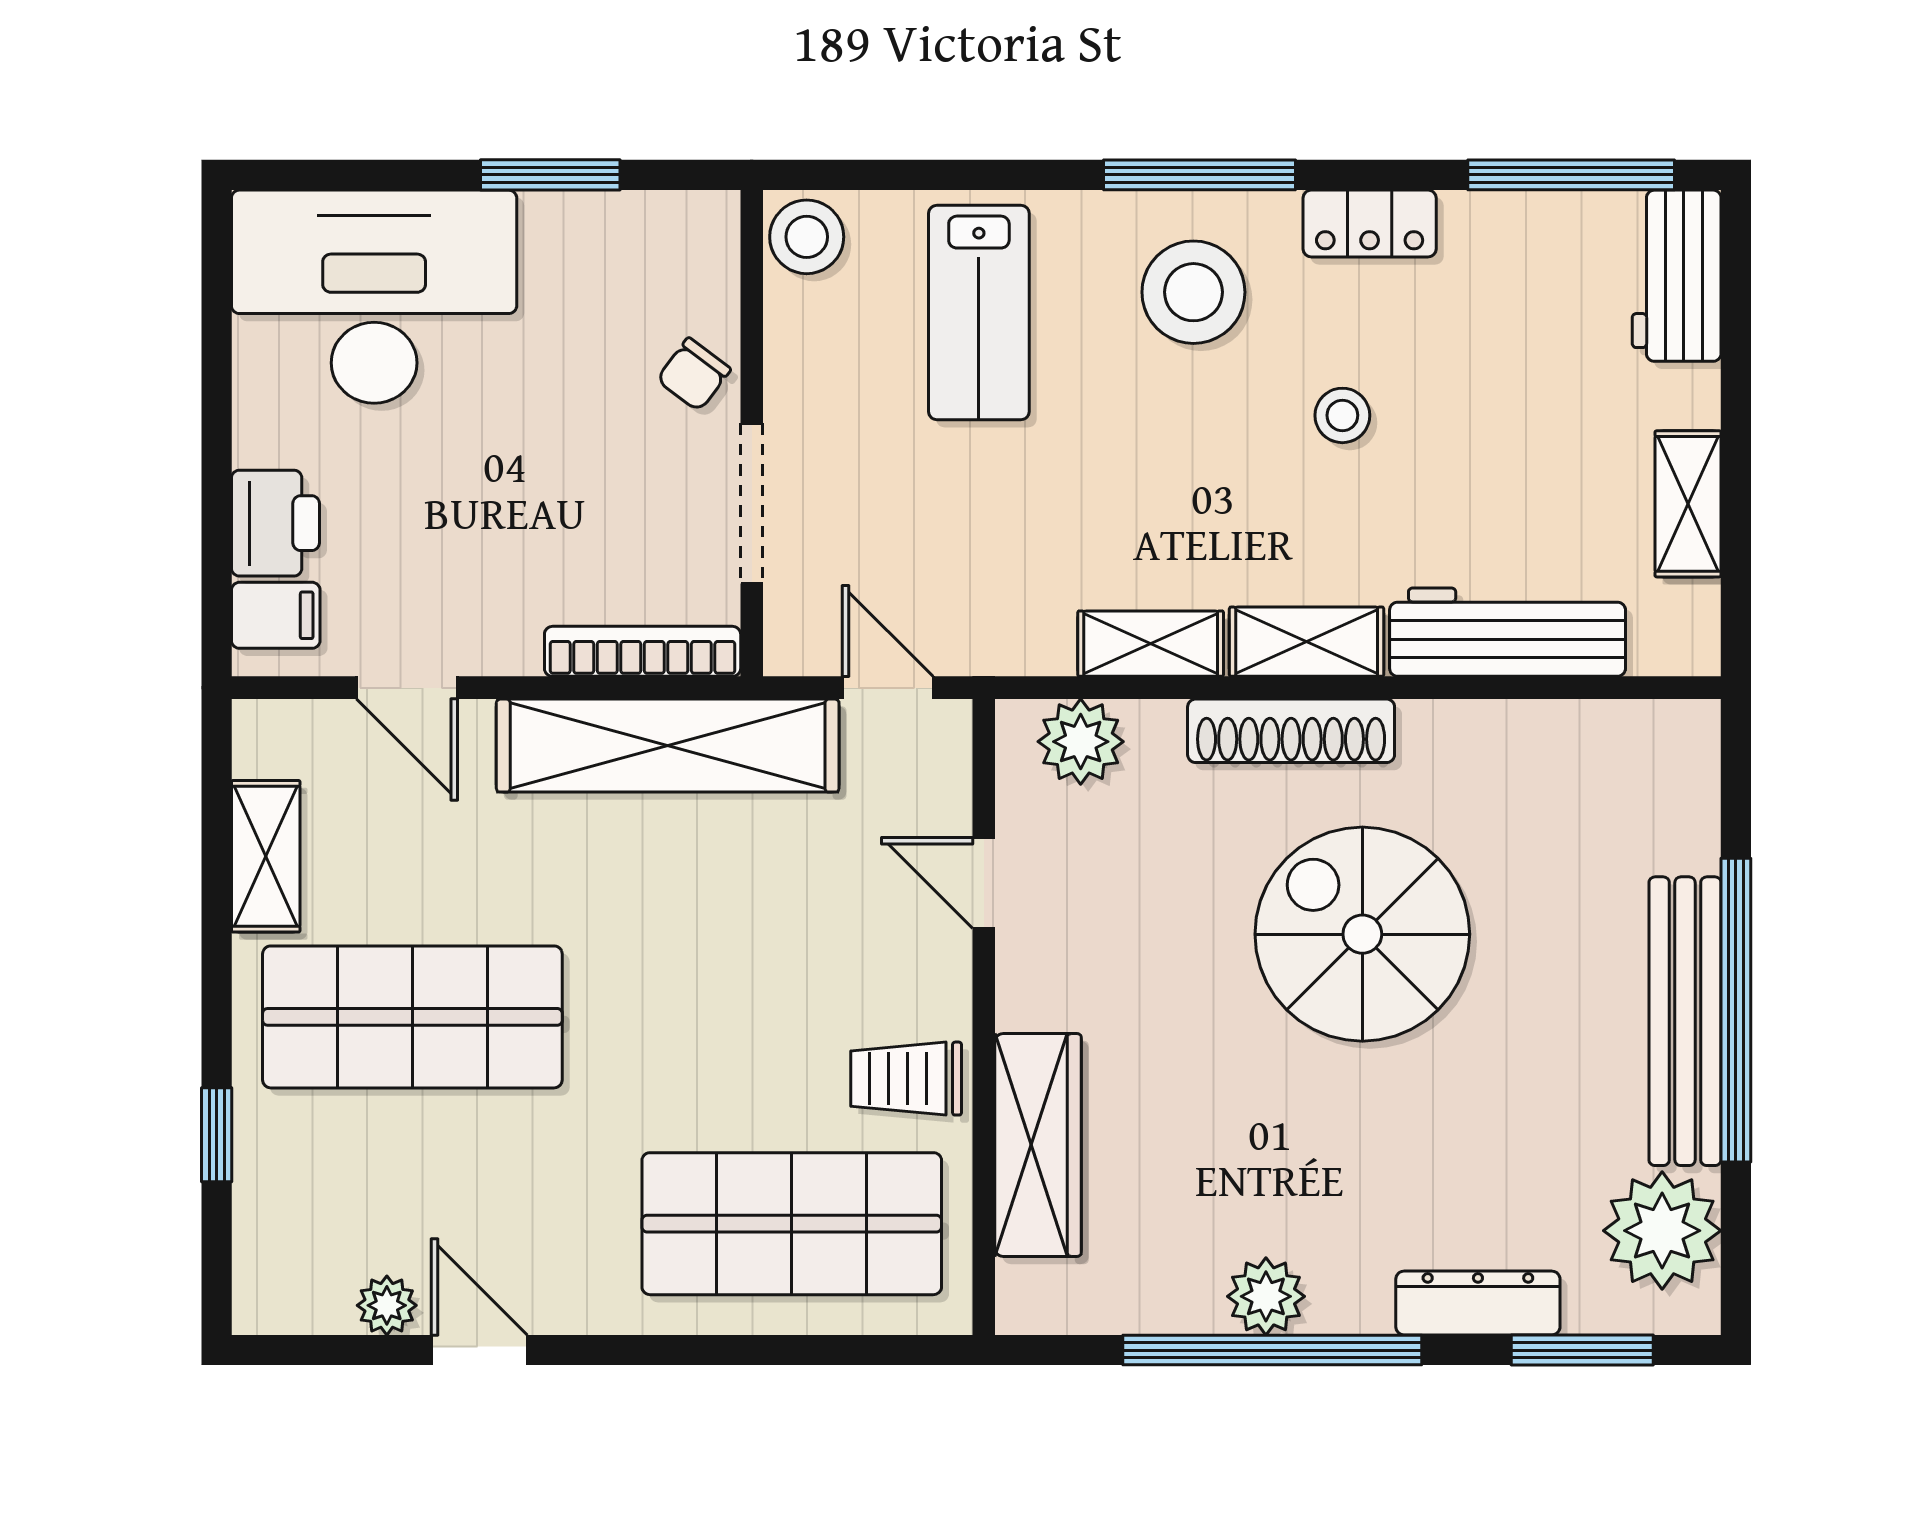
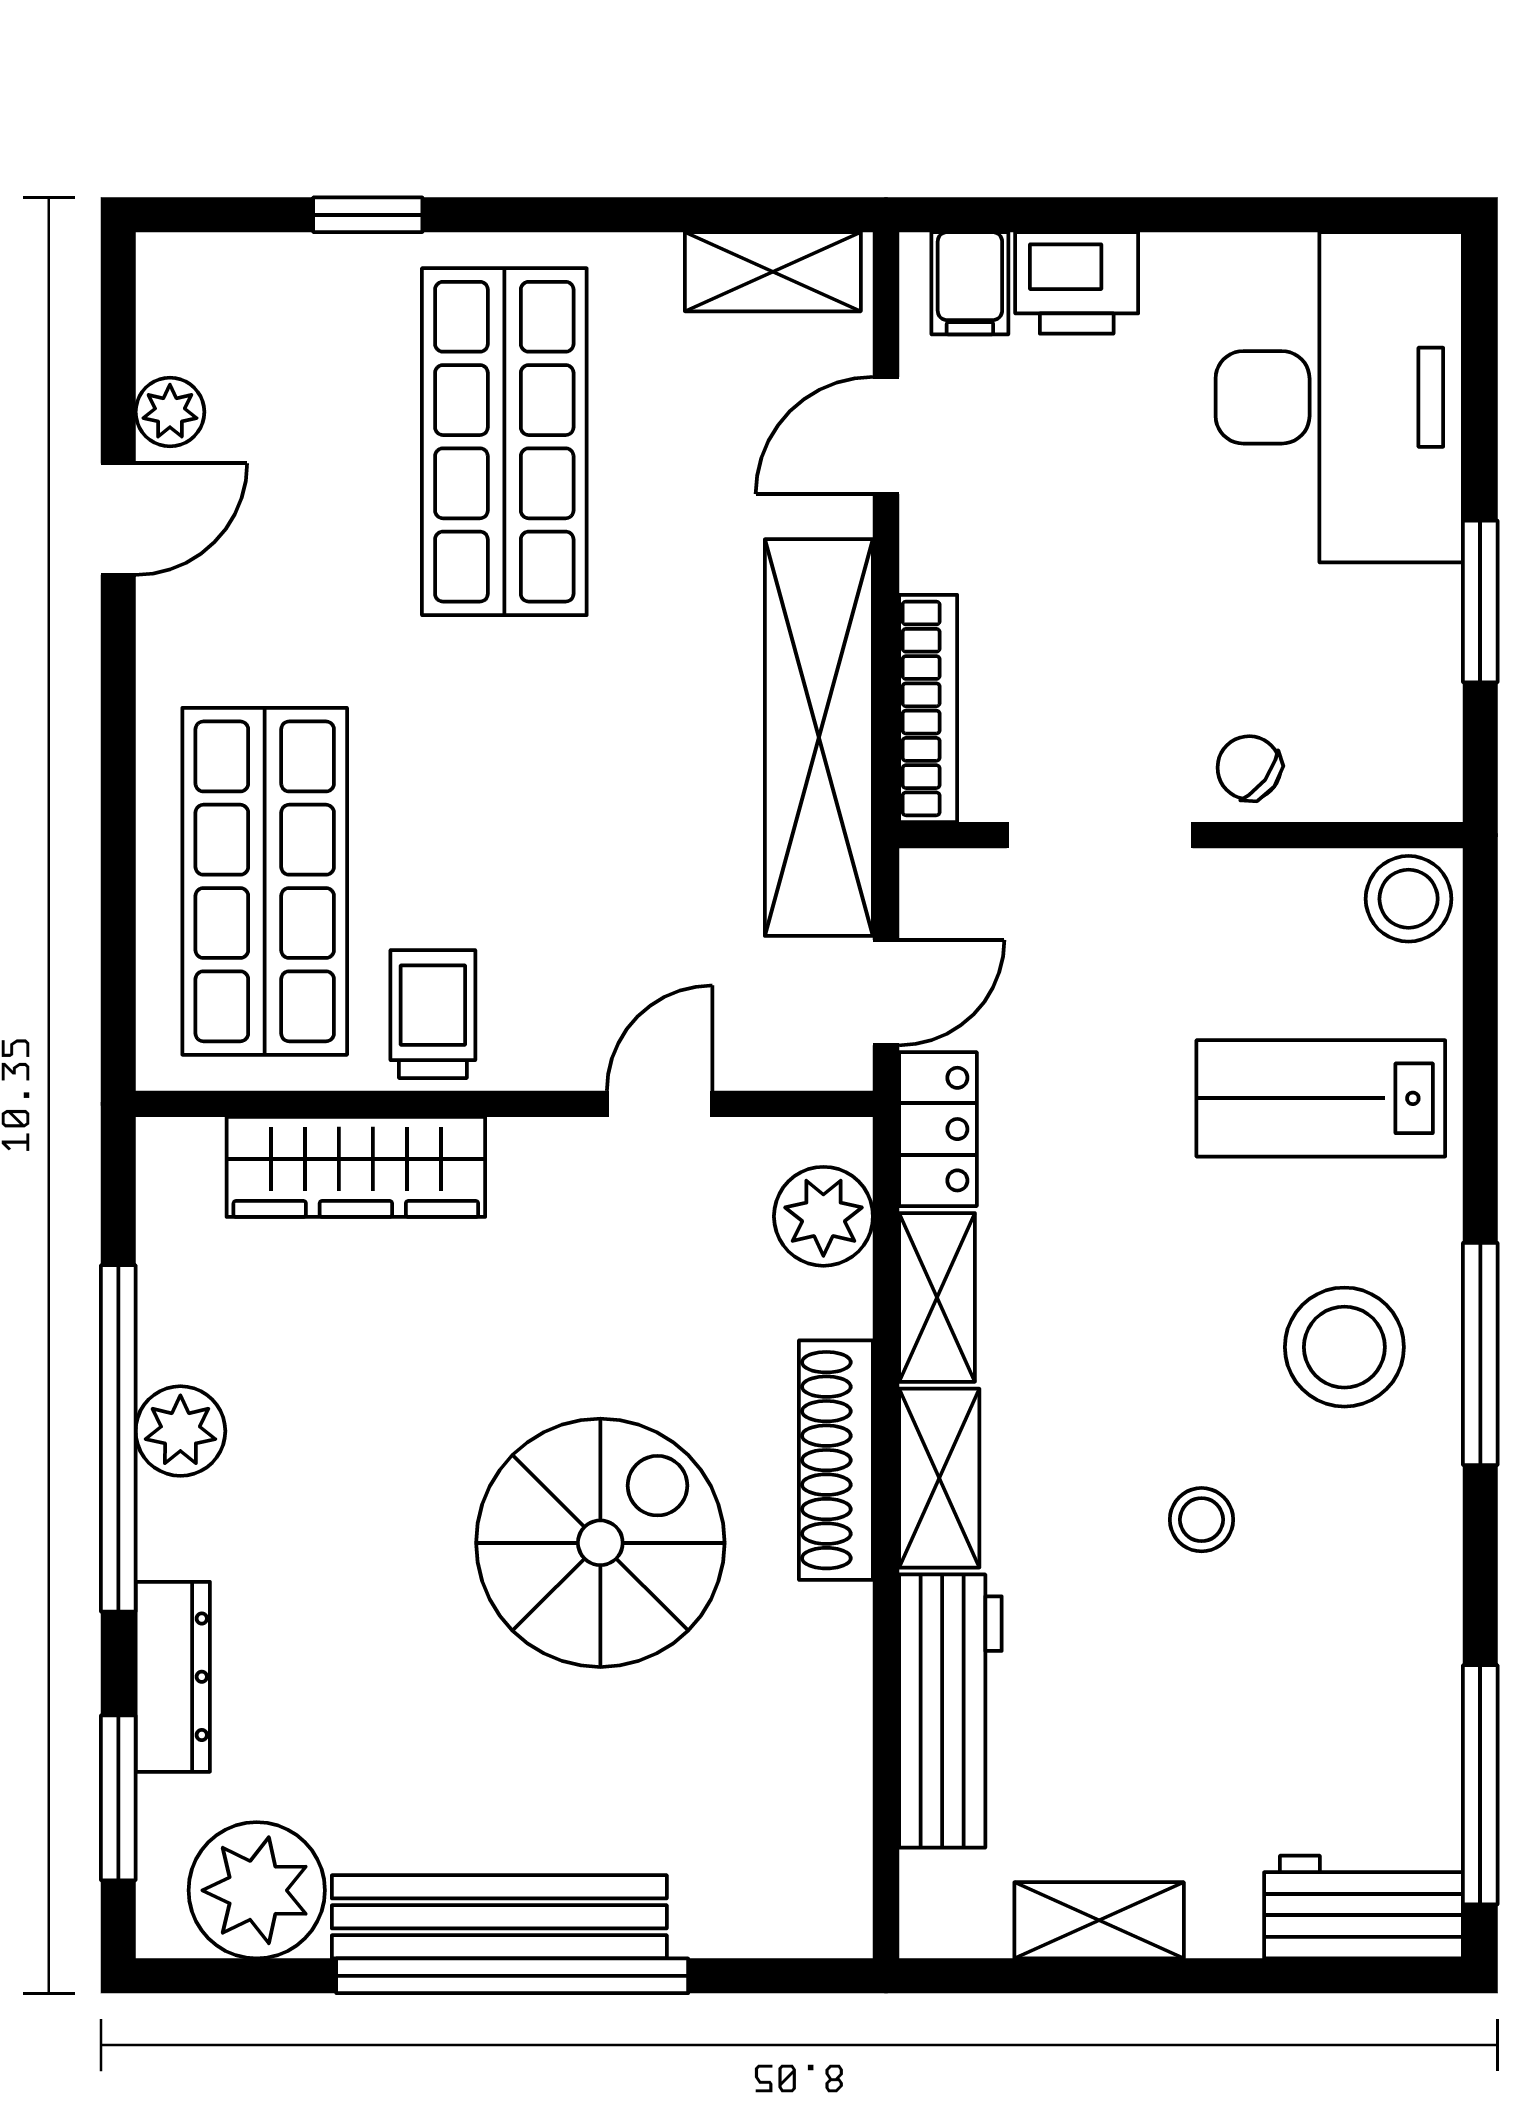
locker: (1370, 223) -> (938, 1129), moved, turned 180
shelving: (266, 856) -> (773, 272), moved

